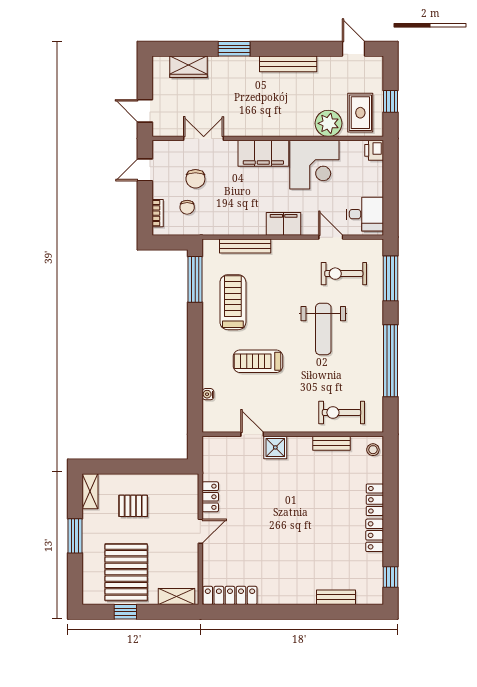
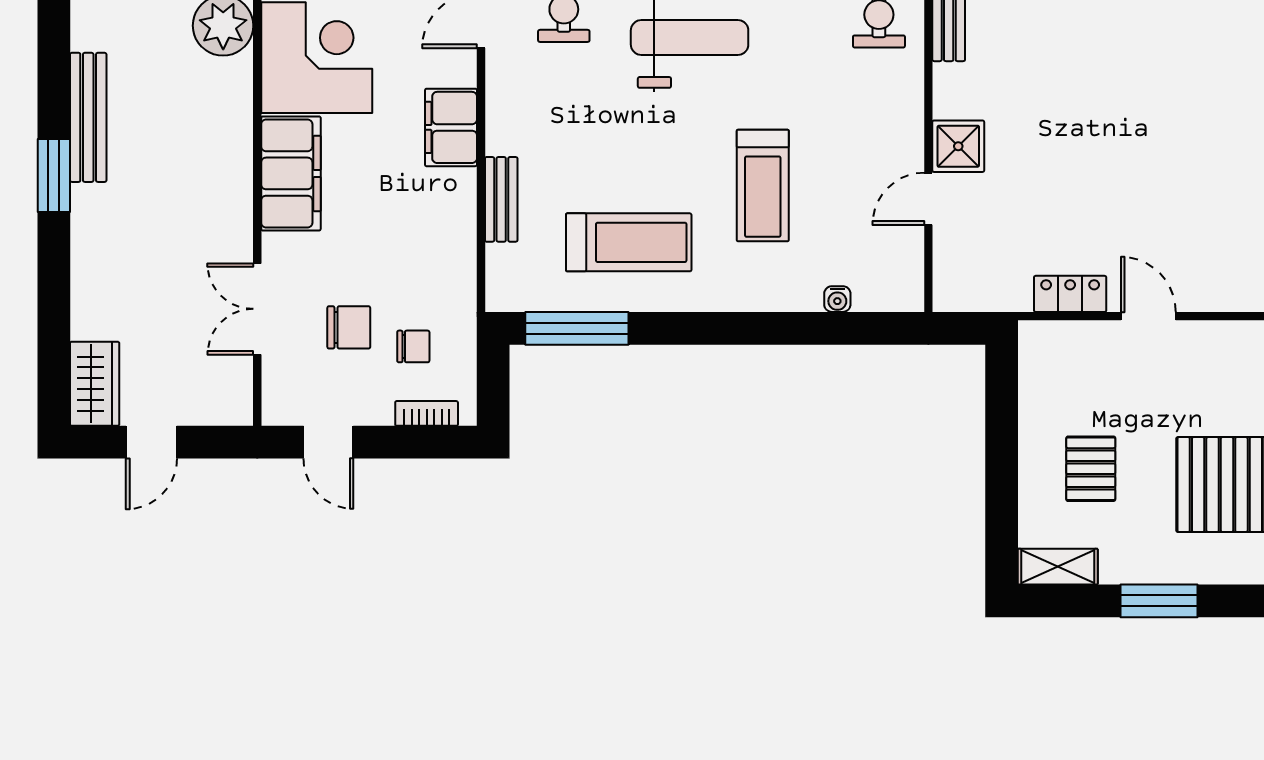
window: (234, 49) -> (54, 176), moved
wardrobe: (188, 67) -> (95, 384), moved
door: (145, 111) -> (151, 442), moved
bench: (245, 246) -> (501, 199), width x0.73
treadmill: (233, 302) -> (629, 242), turned 180

